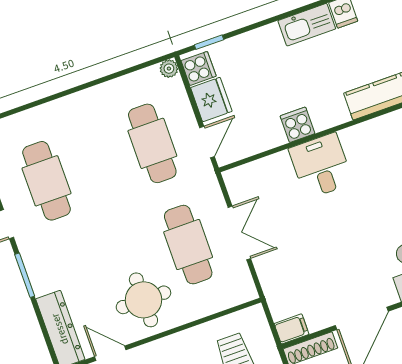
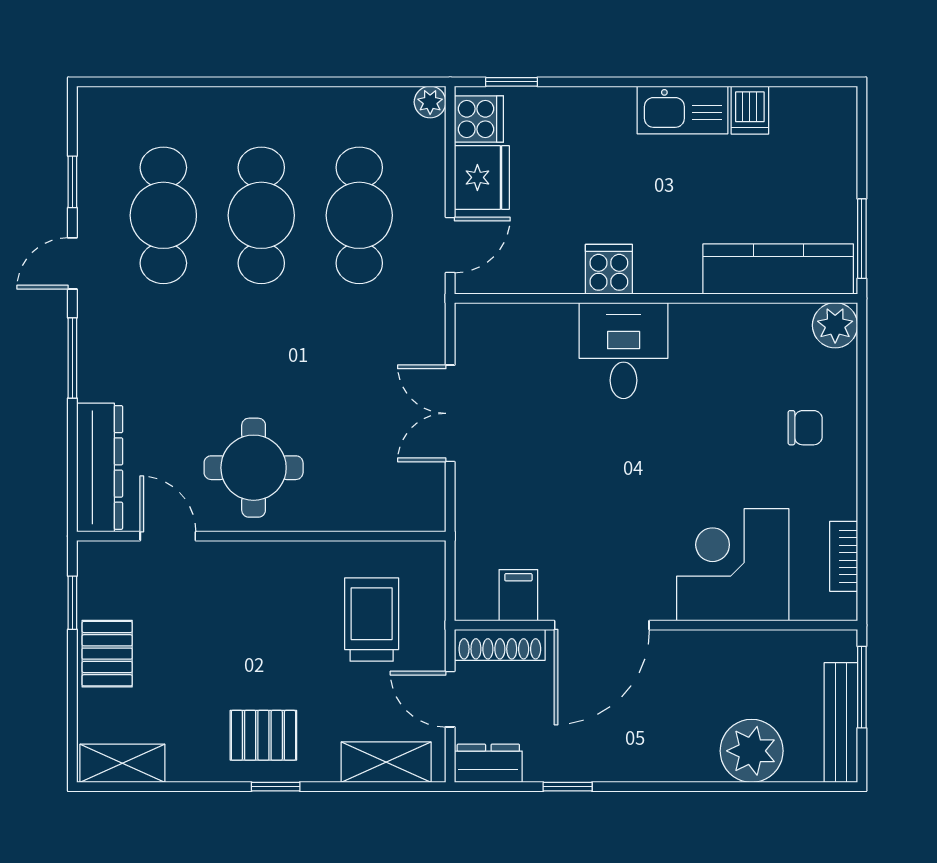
double door: (239, 233) -> (450, 413), swing flipped
cafe table: (188, 245) -> (261, 215), moved
filing cabinet: (292, 329) -> (518, 595), moved, turned -90

